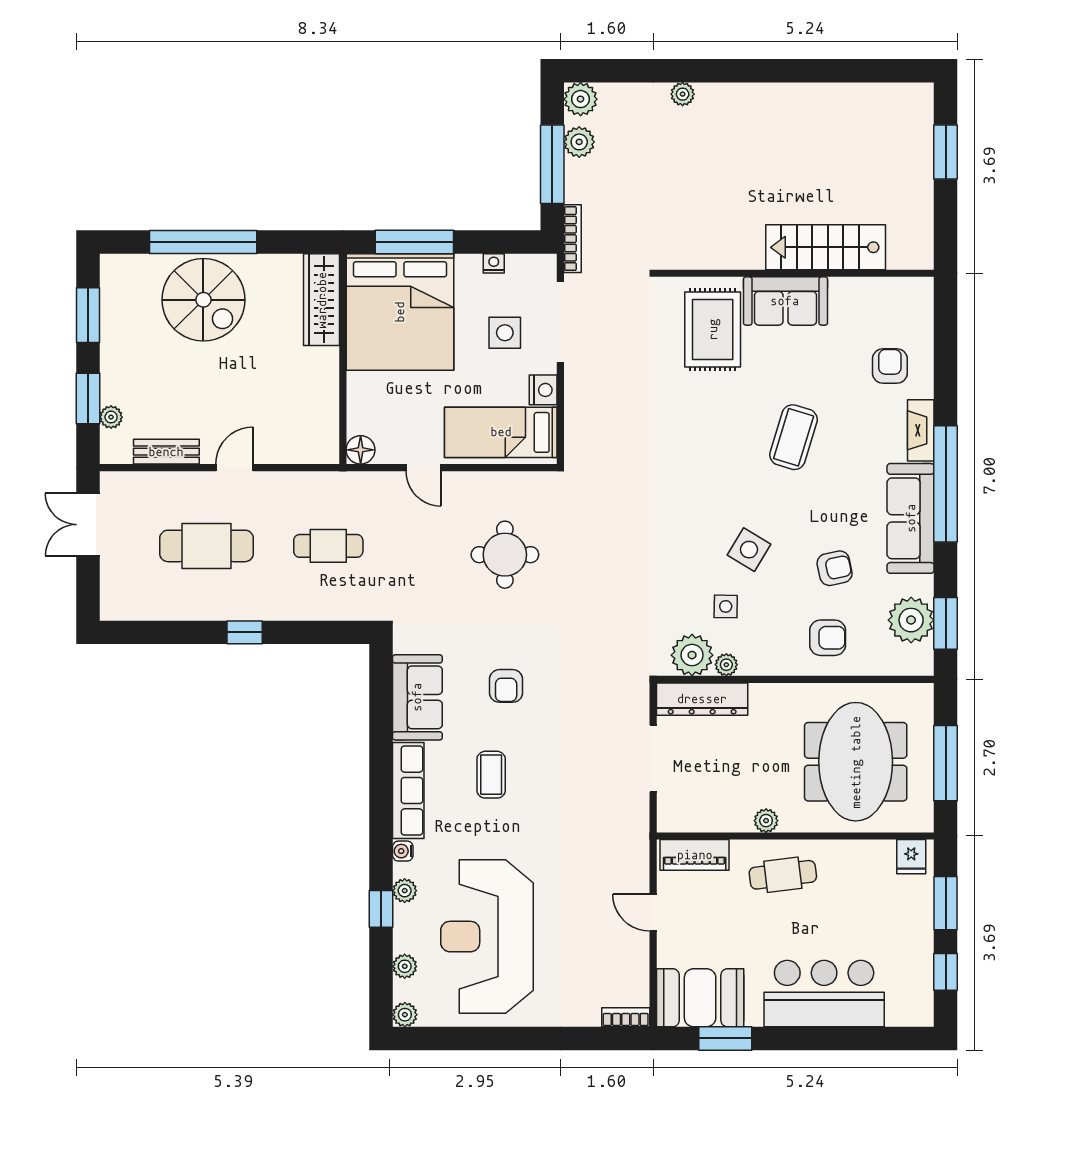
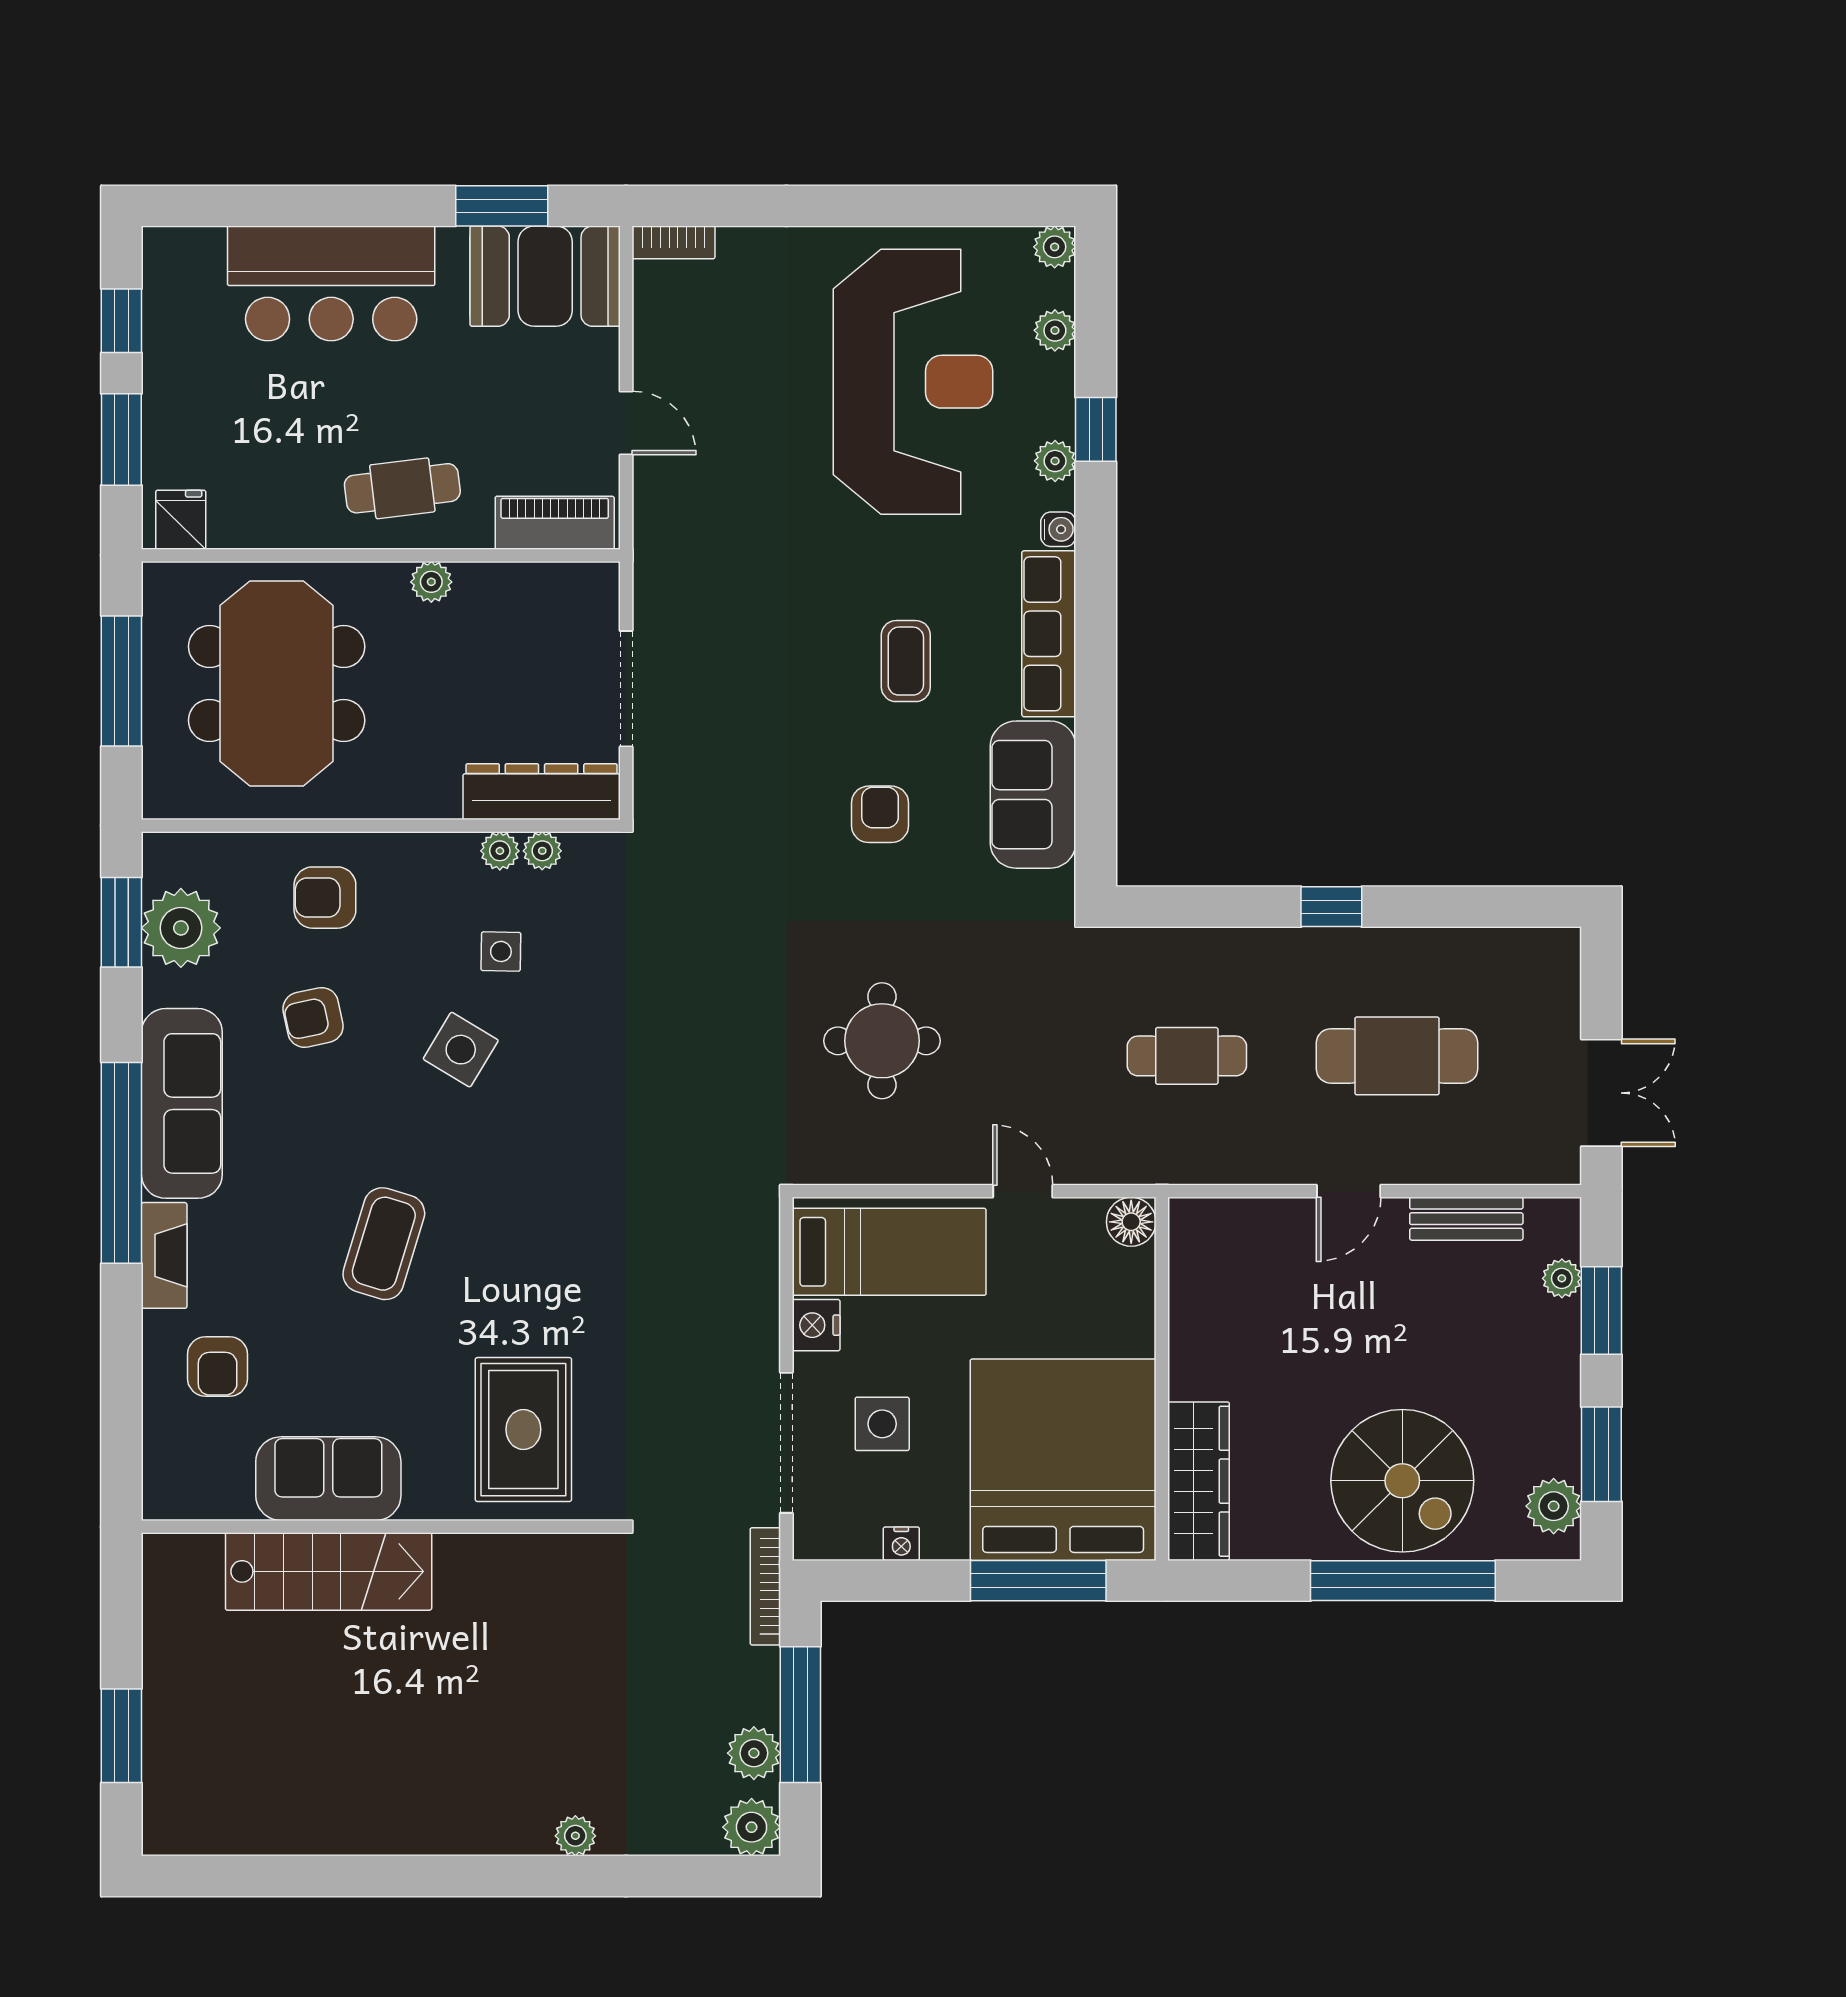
plant: (116, 285) -> (1554, 1506), added
spiral stairs: (203, 300) -> (1402, 1481), turned 180
sofa: (785, 301) -> (328, 1479), moved
plant: (692, 655) -> (542, 851), width x0.53, depth x0.53

